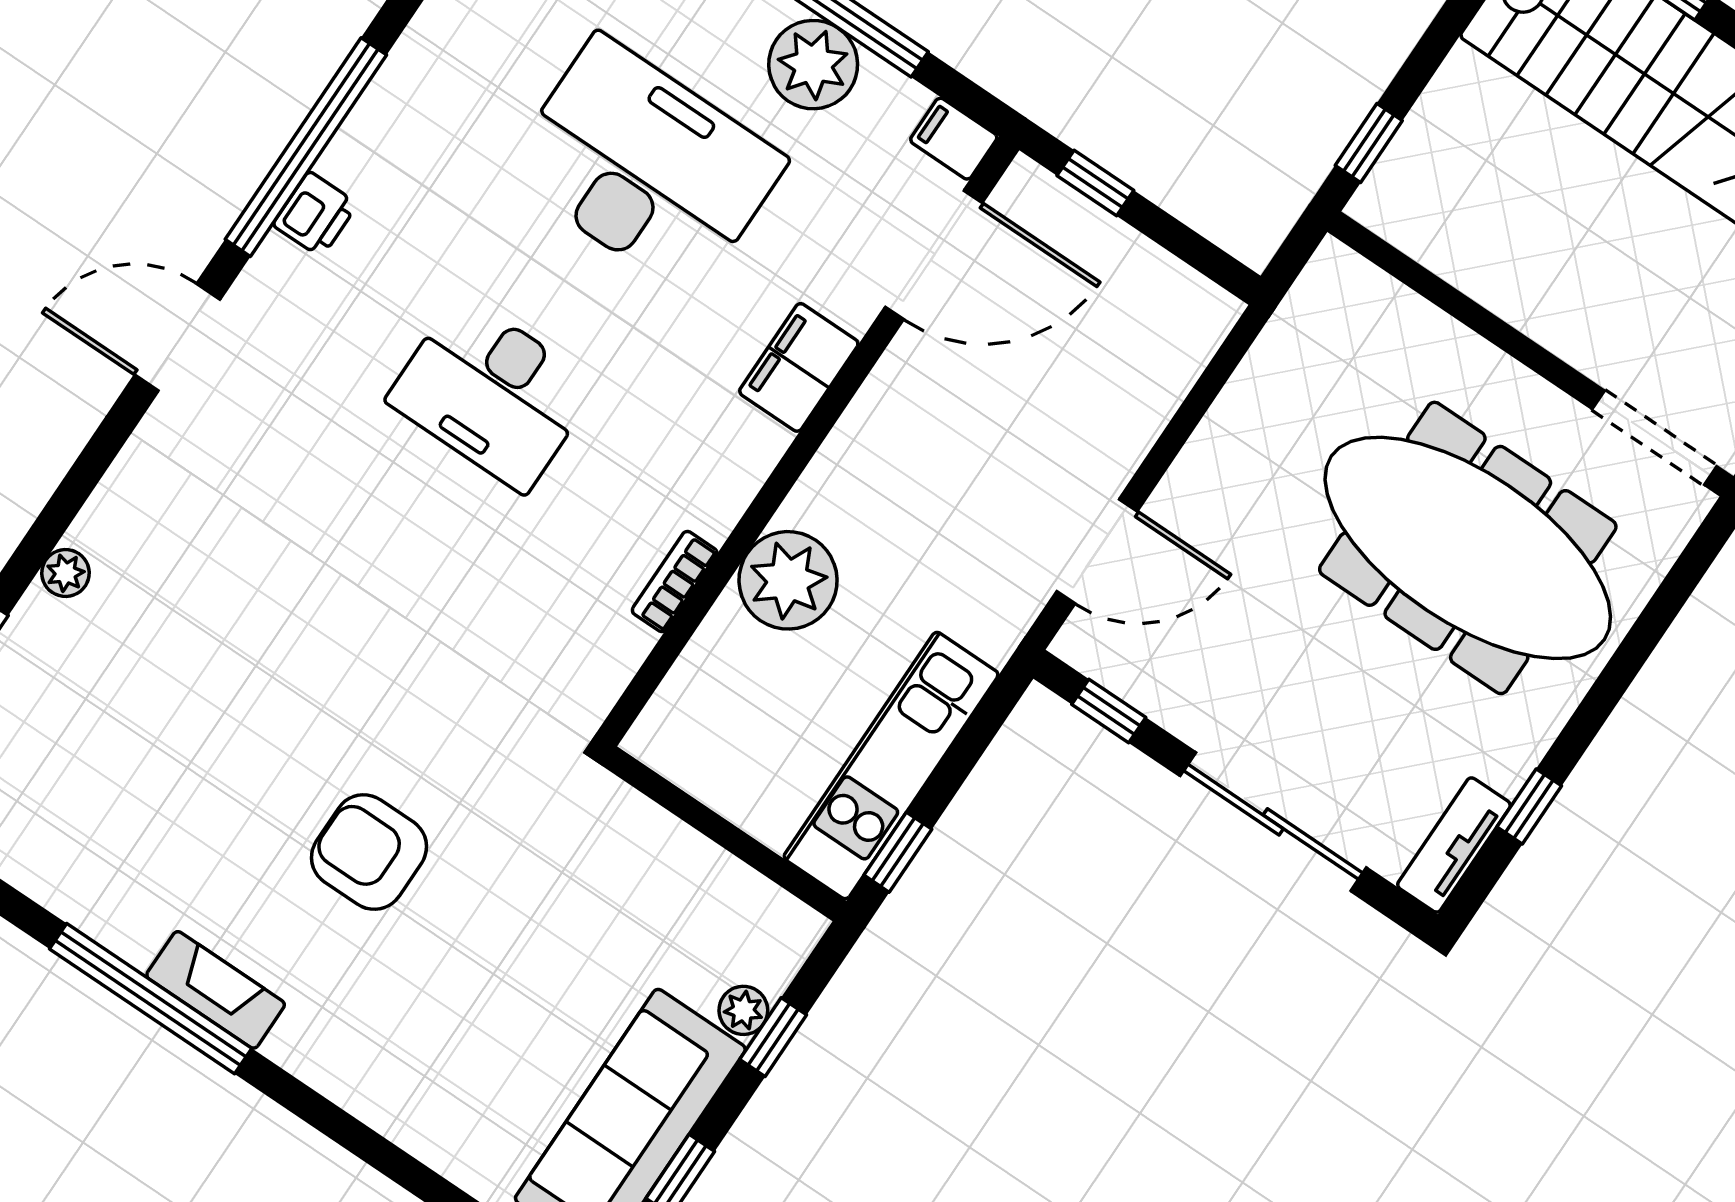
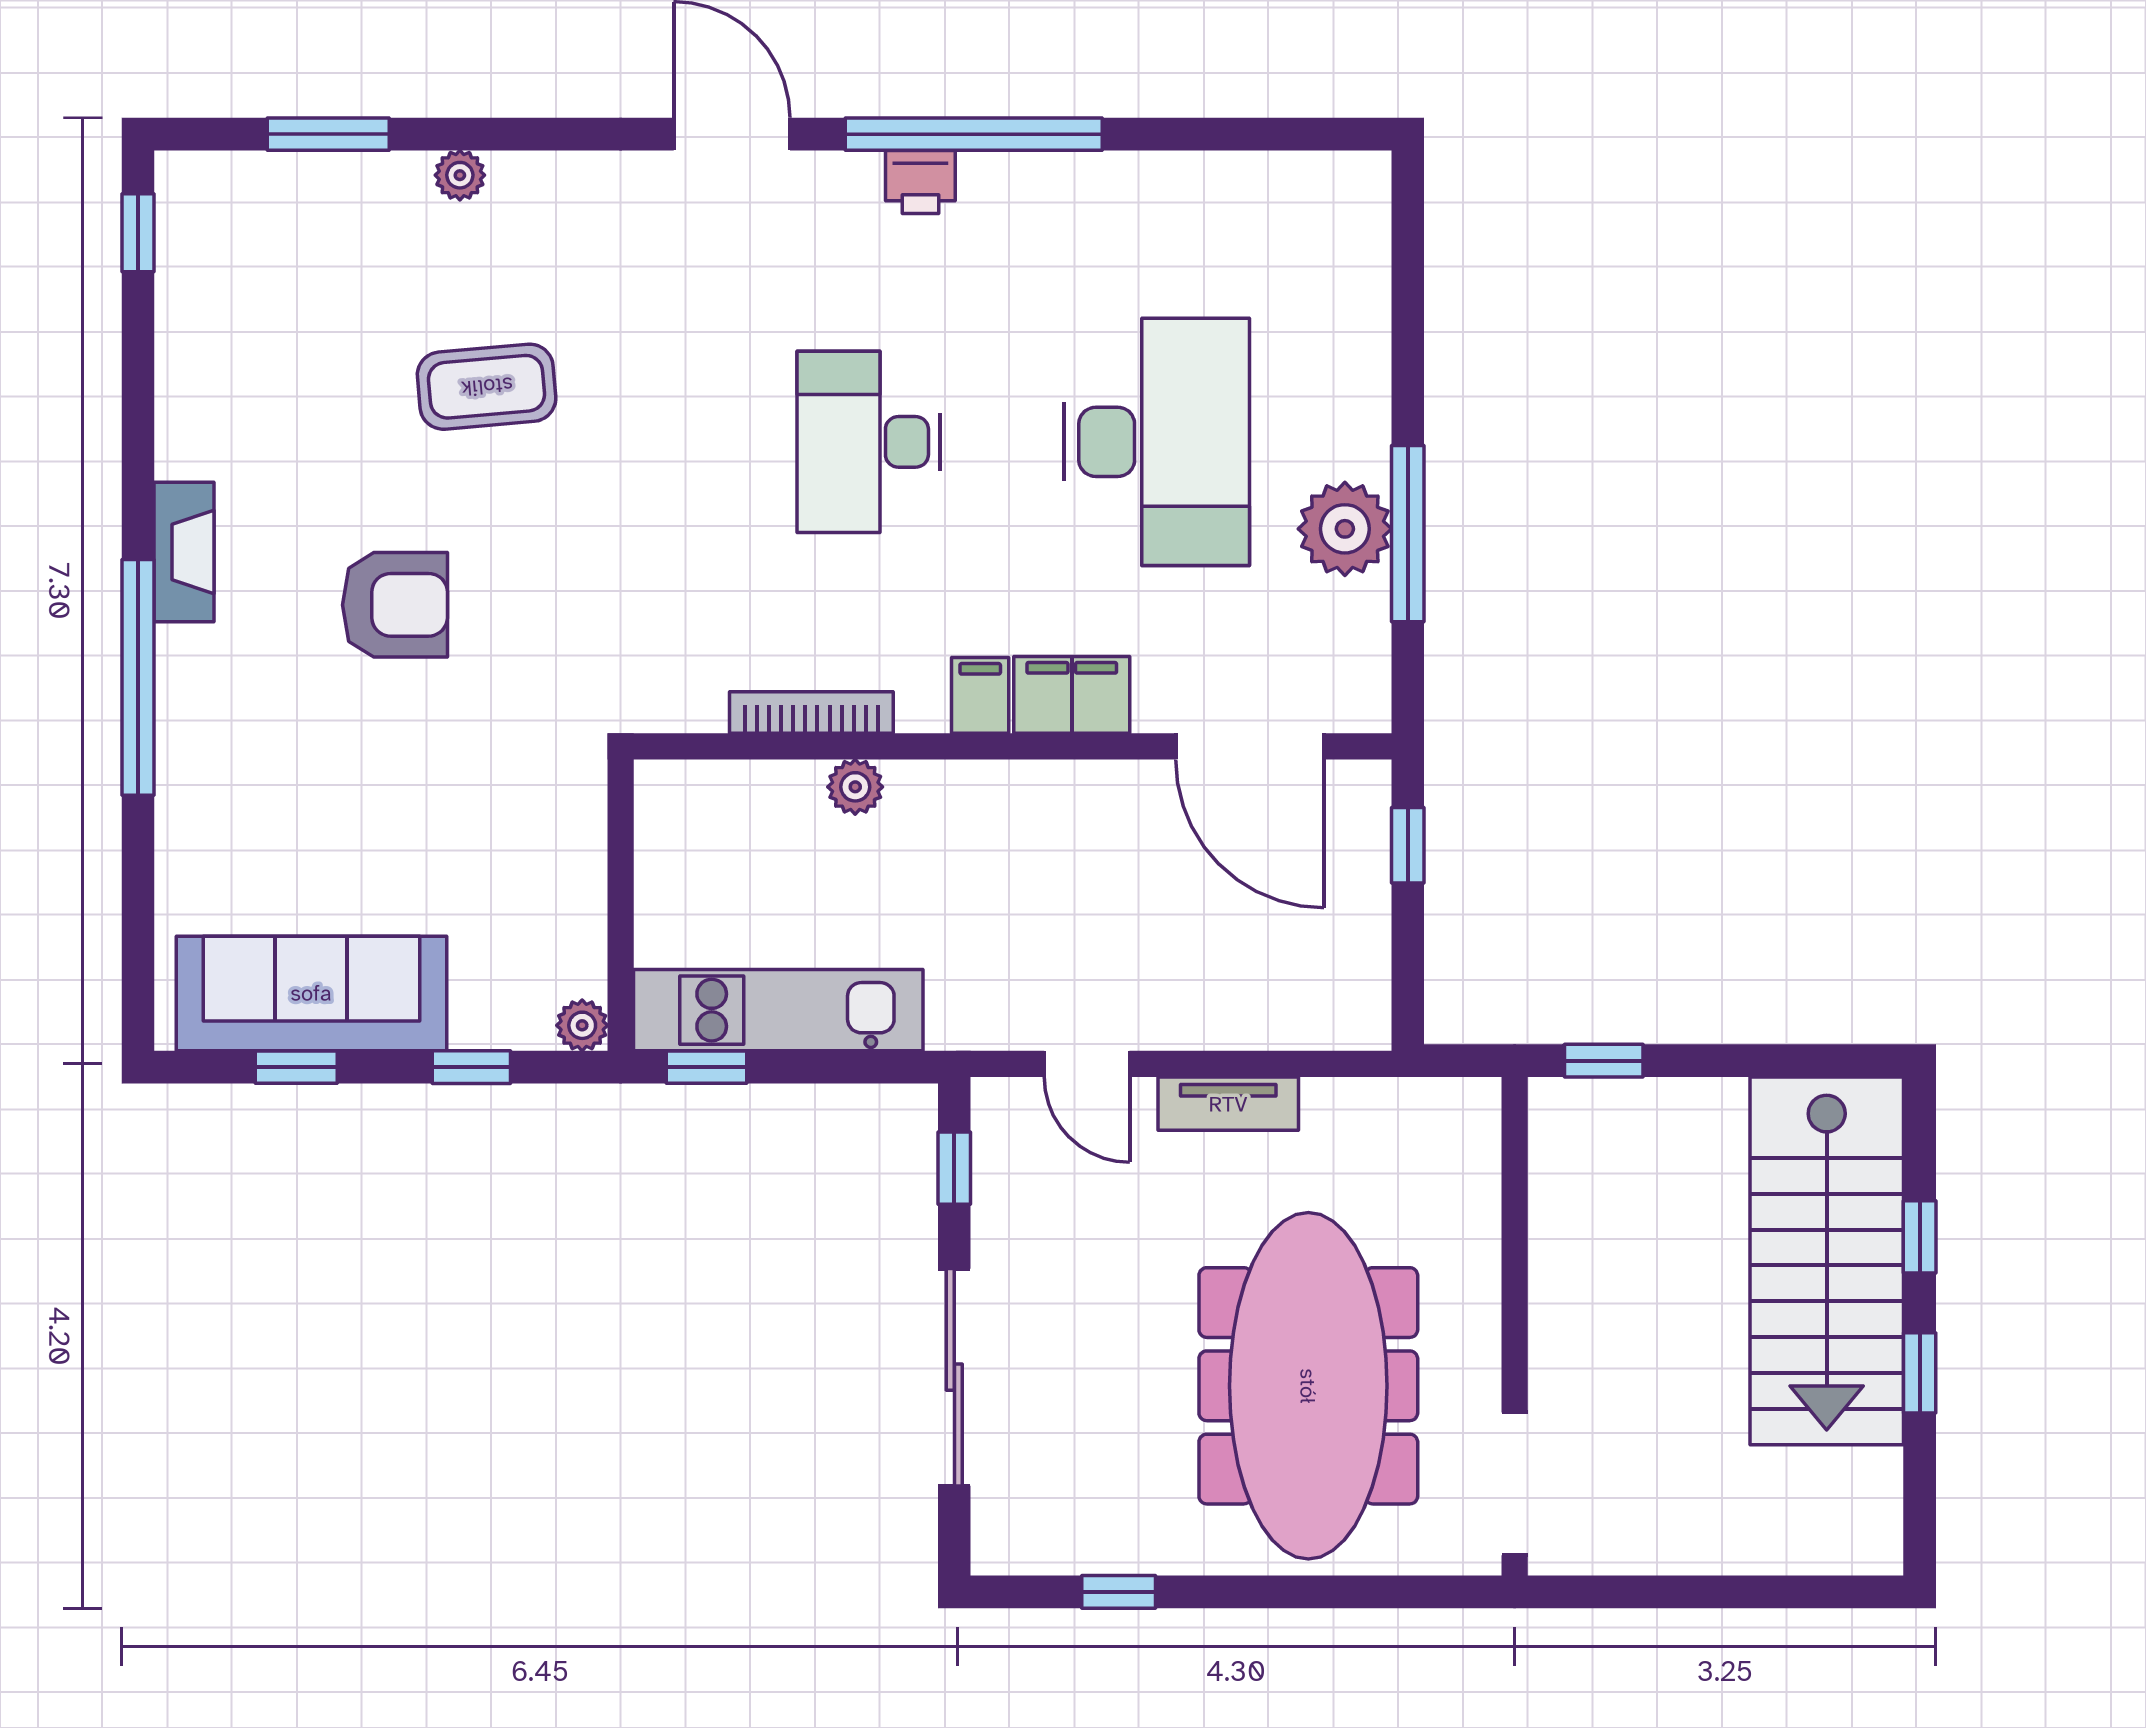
filing cabinet: (954, 139) -> (980, 695), moved
door: (1097, 551) -> (1087, 1064), width x0.73
plant: (788, 580) -> (855, 787), width x0.53, depth x0.53
bookcase: (675, 582) -> (811, 712), width x1.56
coffee table: (246, 664) -> (487, 387), added
tv unit: (1454, 845) -> (1228, 1104), moved, turned 180
armchair: (369, 852) -> (395, 605), turned 90
window: (151, 999) -> (138, 677), moved
plant: (743, 1010) -> (582, 1025), moved

